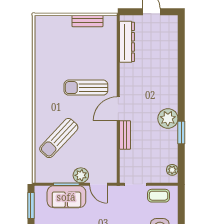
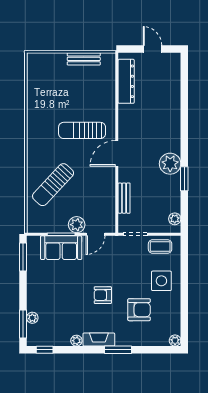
bench: (125, 135) -> (124, 198), moved
door: (98, 184) -> (96, 234), hinge flipped

